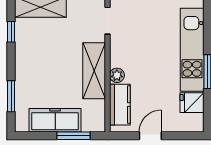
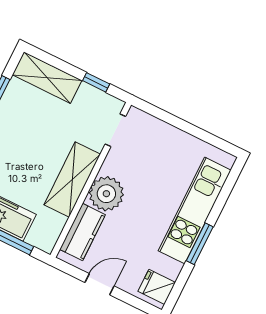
plant: (117, 75) -> (106, 194), width x1.88, depth x1.88
fridge: (192, 103) -> (157, 287), moved

